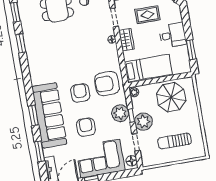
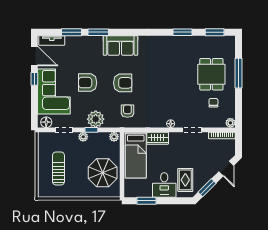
rug: (147, 15) -> (185, 180), moved
wardrobe: (126, 40) -> (158, 138), moved
armchair: (107, 84) -> (127, 111), width x0.53, depth x0.53
sofa: (49, 115) -> (120, 45), width x0.54, depth x0.79
window: (33, 116) -> (98, 32), moved
plant: (143, 122) -> (83, 137), width x0.53, depth x0.53
armchair: (86, 127) -> (88, 83), turned 180

